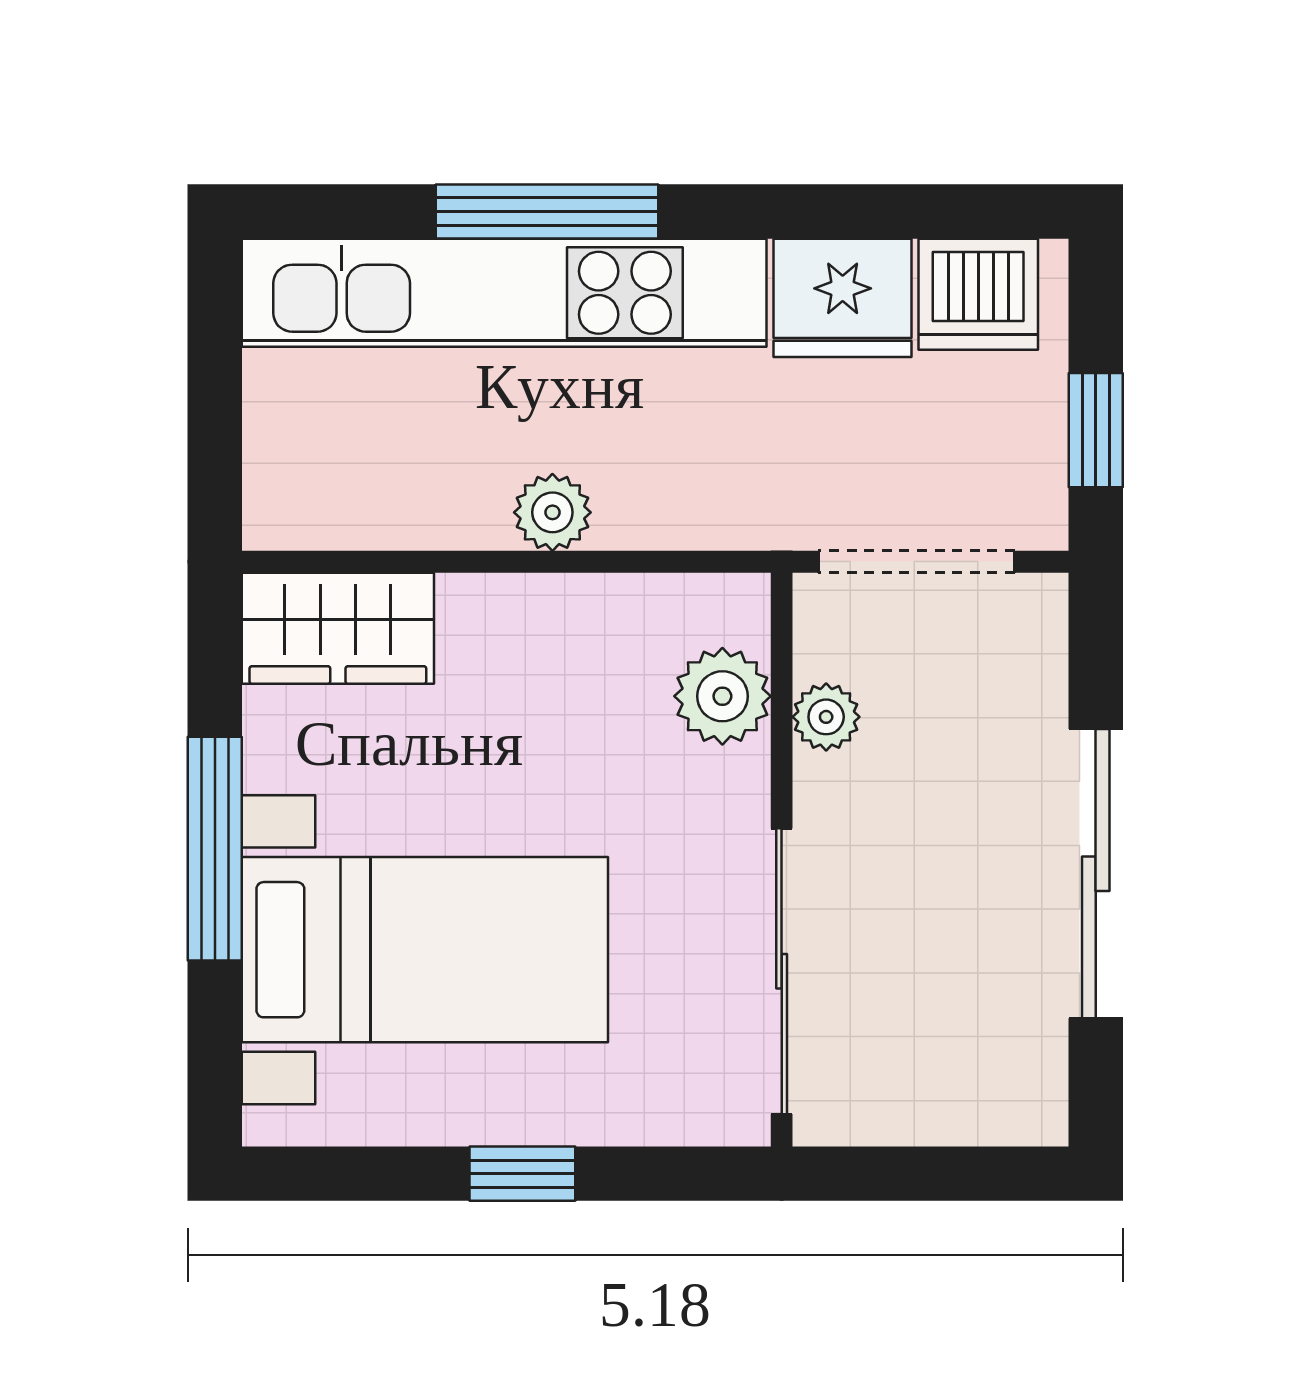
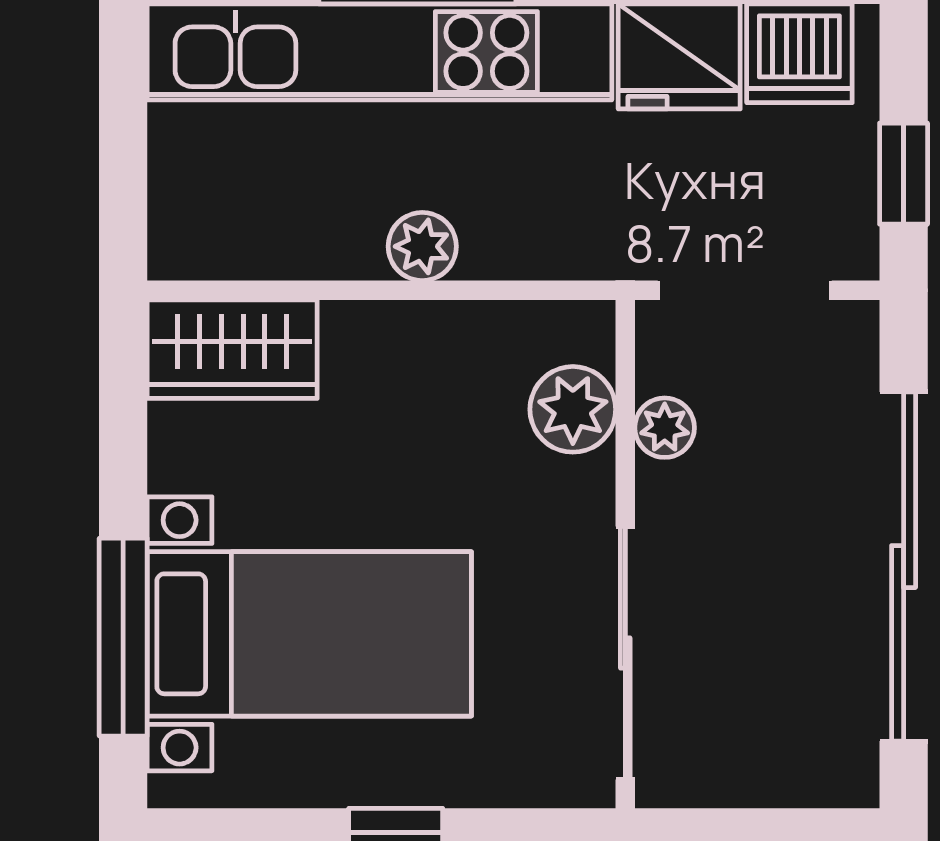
window: (215, 849) -> (123, 637), moved
sliding door: (1096, 874) -> (904, 567), width x1.36

